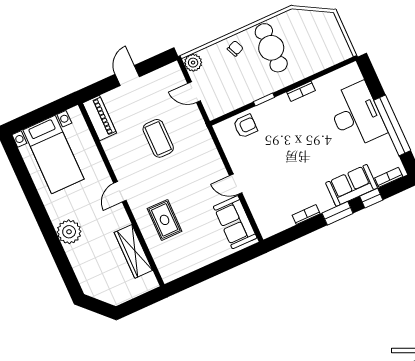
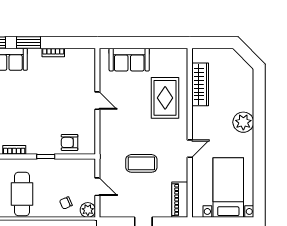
chair: (235, 48) -> (66, 203), moved
coffee table: (158, 138) -> (141, 163), turned 90
door: (120, 192) -> (190, 149), moved
rug: (165, 220) -> (165, 98), width x1.36, depth x1.43
sofa: (235, 222) -> (129, 60), moved, turned 90

